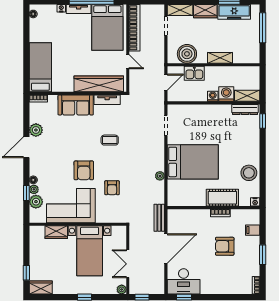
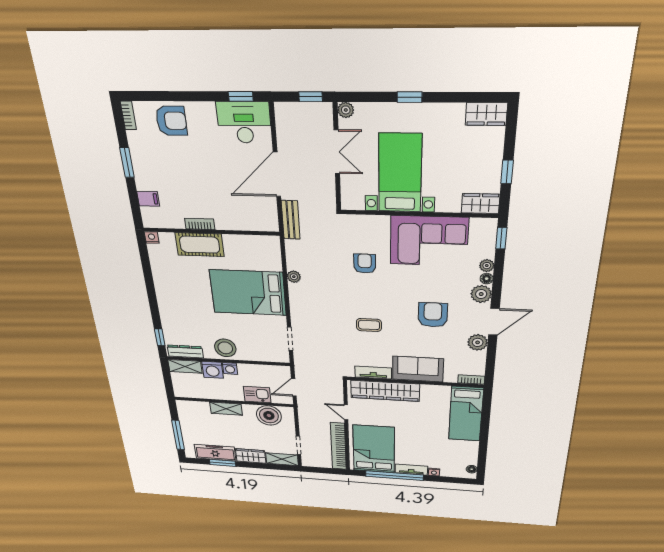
armchair: (84, 170) -> (433, 315), moved
stool: (249, 173) -> (225, 348), moved
window: (26, 193) -> (501, 238), moved
plant: (36, 202) -> (481, 294), moved
wardrobe: (56, 232) -> (481, 204), moved
armchair: (225, 246) -> (171, 121), moved
window: (26, 273) -> (507, 172), moved

